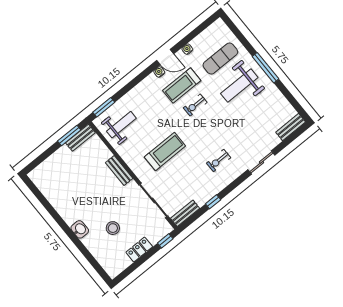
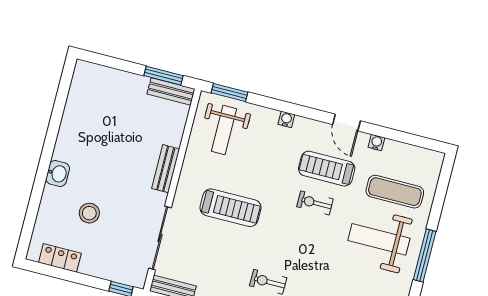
water cooler: (159, 72) -> (286, 119), moved
weight bench: (121, 125) -> (224, 130), turned 90
locker: (139, 249) -> (60, 258), moved

